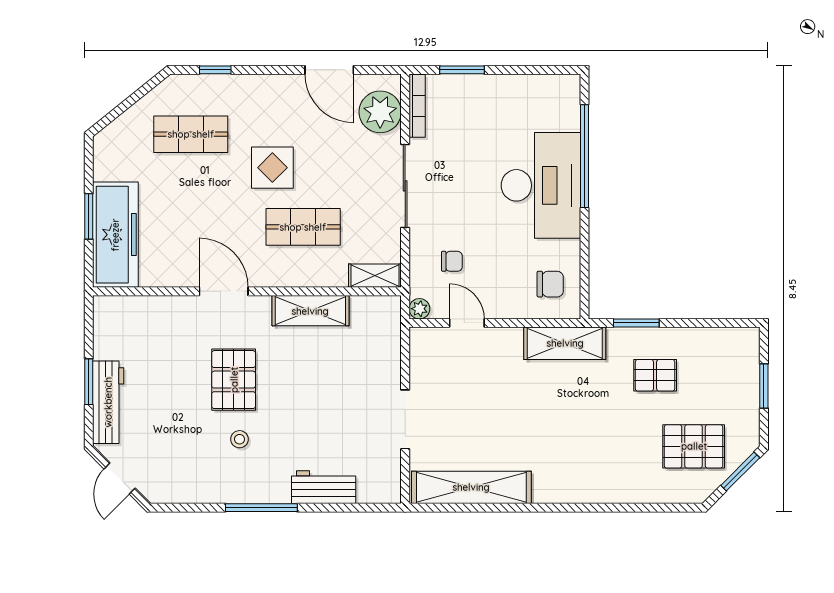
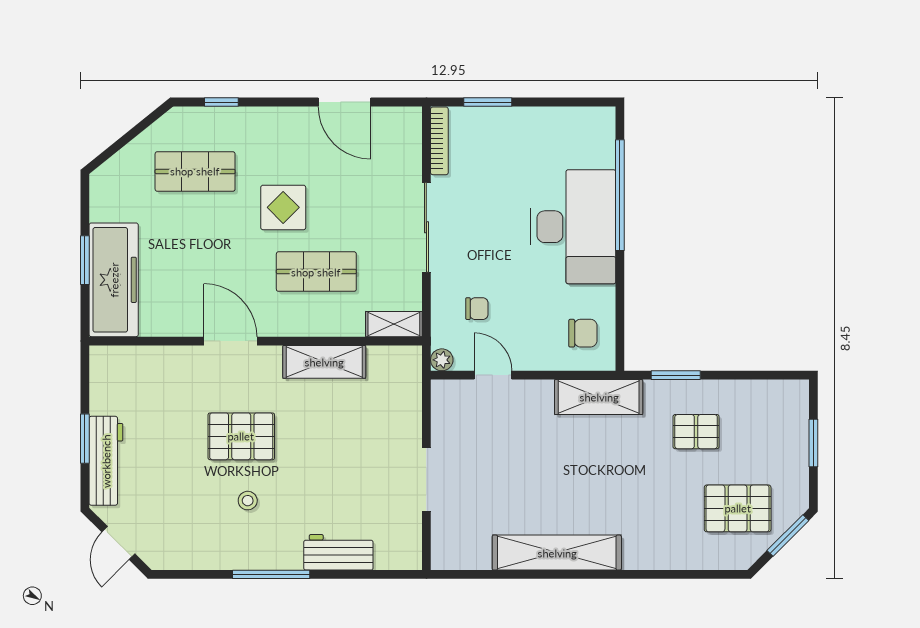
plant: (380, 112) -> (399, 147), removed
pallet: (234, 380) -> (241, 436), turned 90
shelving: (471, 487) -> (557, 553), moved

